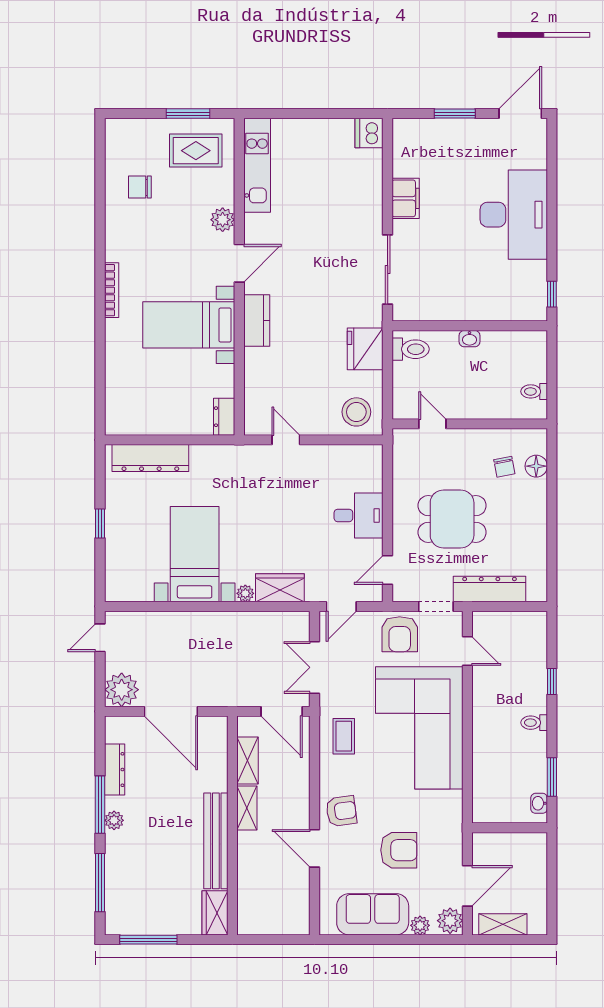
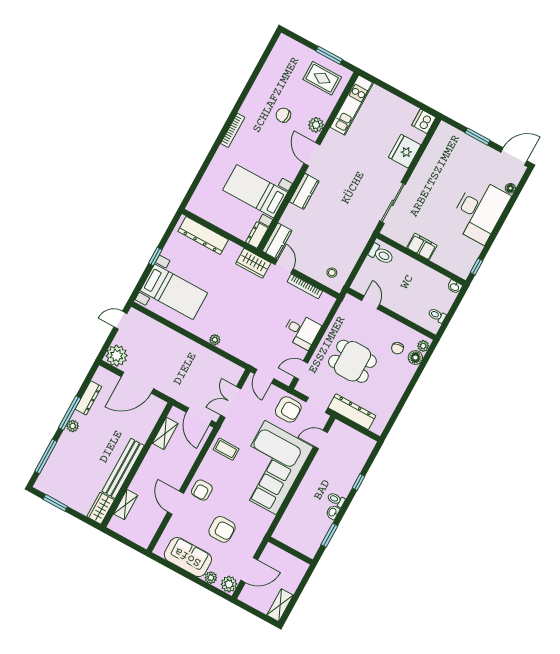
floor lamp: (539, 160) -> (510, 188), added
chair: (140, 187) -> (283, 115), moved
filing cabinet: (406, 198) -> (422, 247), moved, turned -90
door: (239, 263) -> (312, 154), swing flipped
bed with nightstands: (189, 325) -> (255, 191), moved
washbasin: (469, 339) -> (455, 287), moved
fridge: (365, 349) -> (405, 151), moved
kitchen counter: (257, 410) -> (277, 241), added
stool: (356, 412) -> (332, 273), width x0.53, depth x0.53
plant: (538, 444) -> (423, 346), added
bookcase: (330, 452) -> (305, 286), added
bed with nightstands: (195, 554) -> (174, 292), moved, turned 90
wardrobe: (280, 588) -> (253, 263), moved, turned 180
door: (341, 606) -> (264, 376), hinge flipped
armchair: (400, 634) -> (288, 409), turned -90
door: (467, 651) -> (321, 439), swing flipped
door: (171, 711) -> (137, 383), hinge flipped
coffee table: (344, 736) -> (226, 449), turned 90
washbasin: (539, 803) -> (333, 512), moved
shelving: (247, 808) -> (126, 505), moved
armchair: (341, 811) -> (202, 490), turned 98
shelving: (503, 924) -> (280, 605), moved, turned 90
window: (148, 940) -> (55, 503), width x0.69

